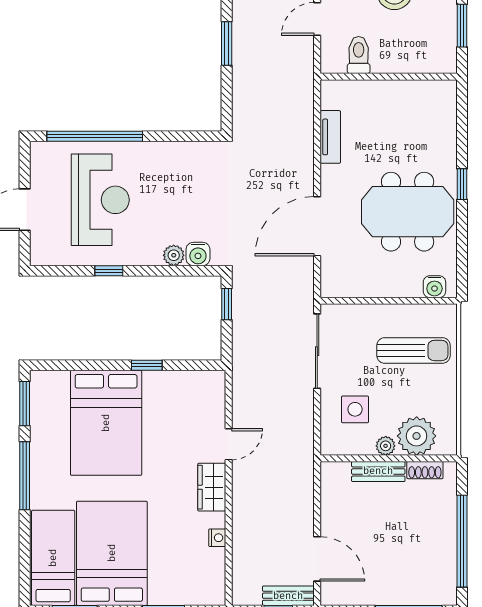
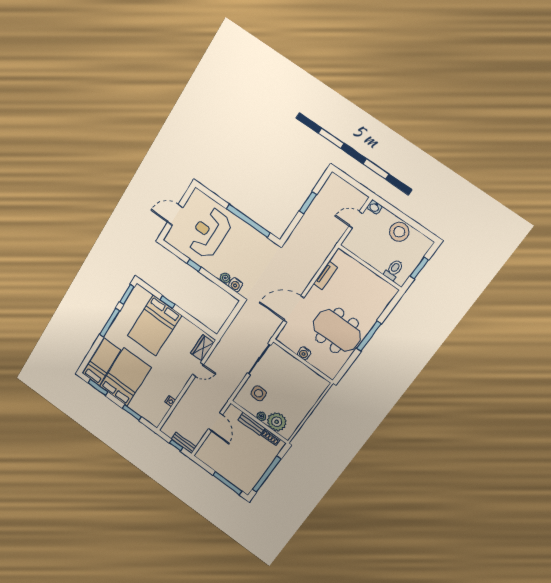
toilet: (359, 55) -> (394, 270), moved
window: (95, 136) -> (248, 221), moved
window: (462, 184) -> (369, 336), width x2.17
reception desk: (100, 200) -> (209, 233), turned 180
water cooler: (434, 287) -> (304, 353), moved
window: (227, 304) -> (234, 314), removed
sun lounger: (414, 350) -> (299, 388), removed
window: (147, 365) -> (168, 302), moved
wardrobe: (212, 487) -> (202, 348), moved
door: (317, 559) -> (215, 422), moved

